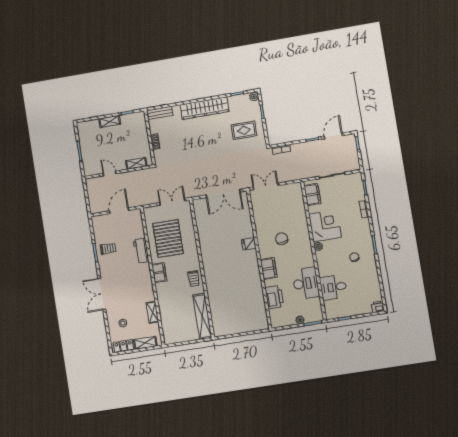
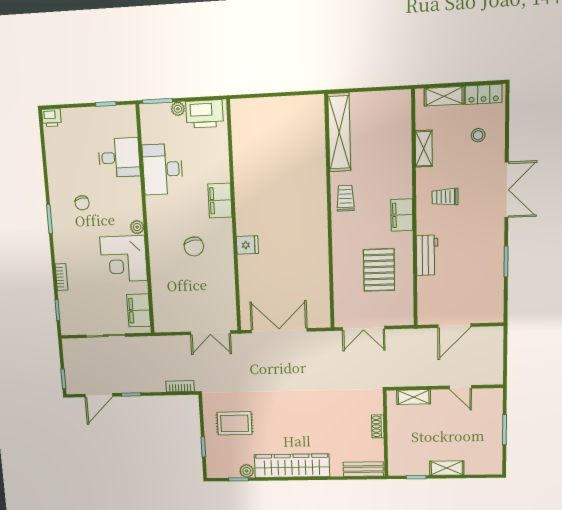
plant: (254, 96) -> (247, 471), moved
pallet: (168, 238) -> (379, 270), width x0.73, depth x0.71
trolley: (108, 249) -> (445, 197), moved
printer: (274, 297) -> (204, 114), moved, turned -90

